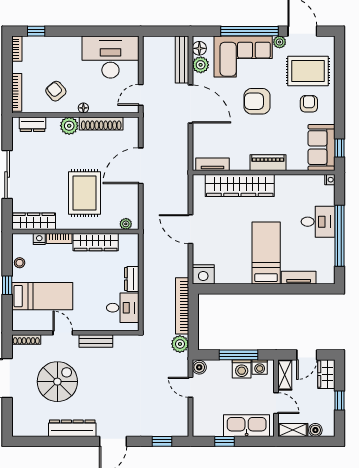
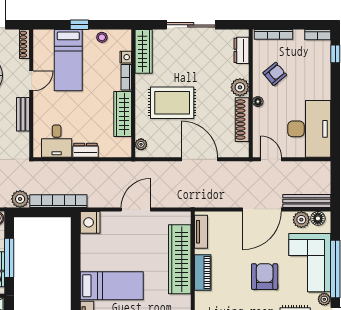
piano: (268, 163) -> (203, 272), moved

